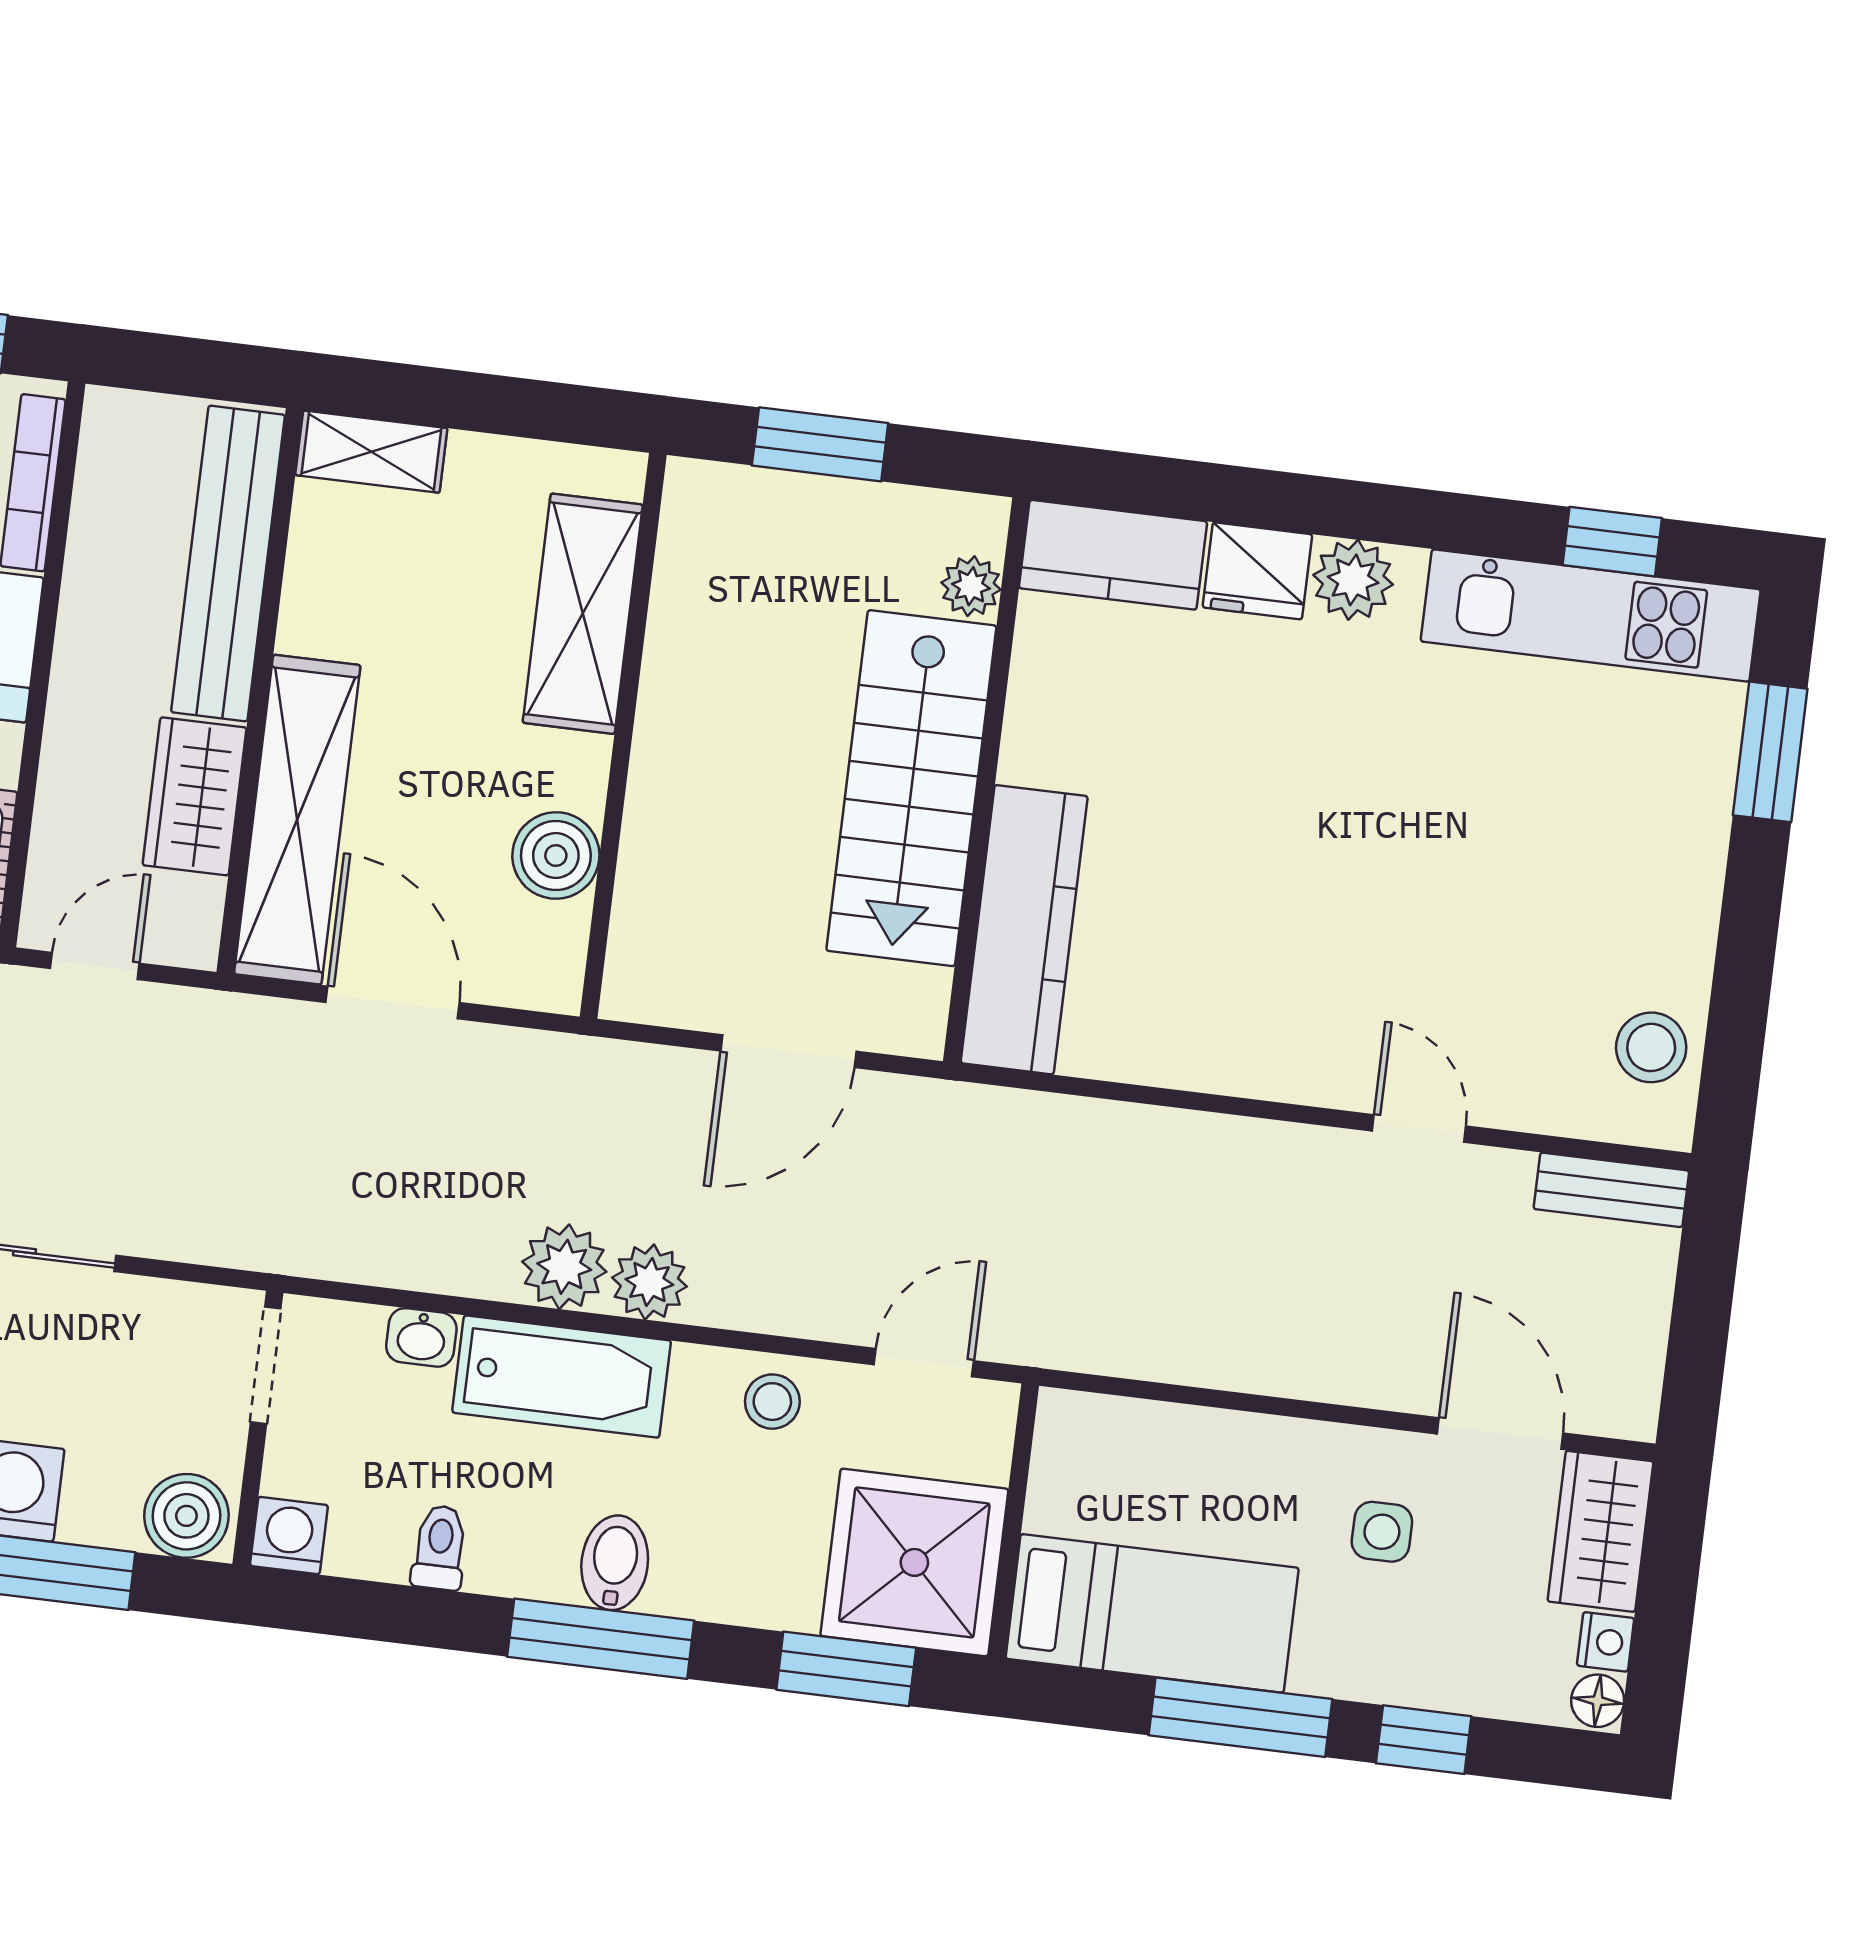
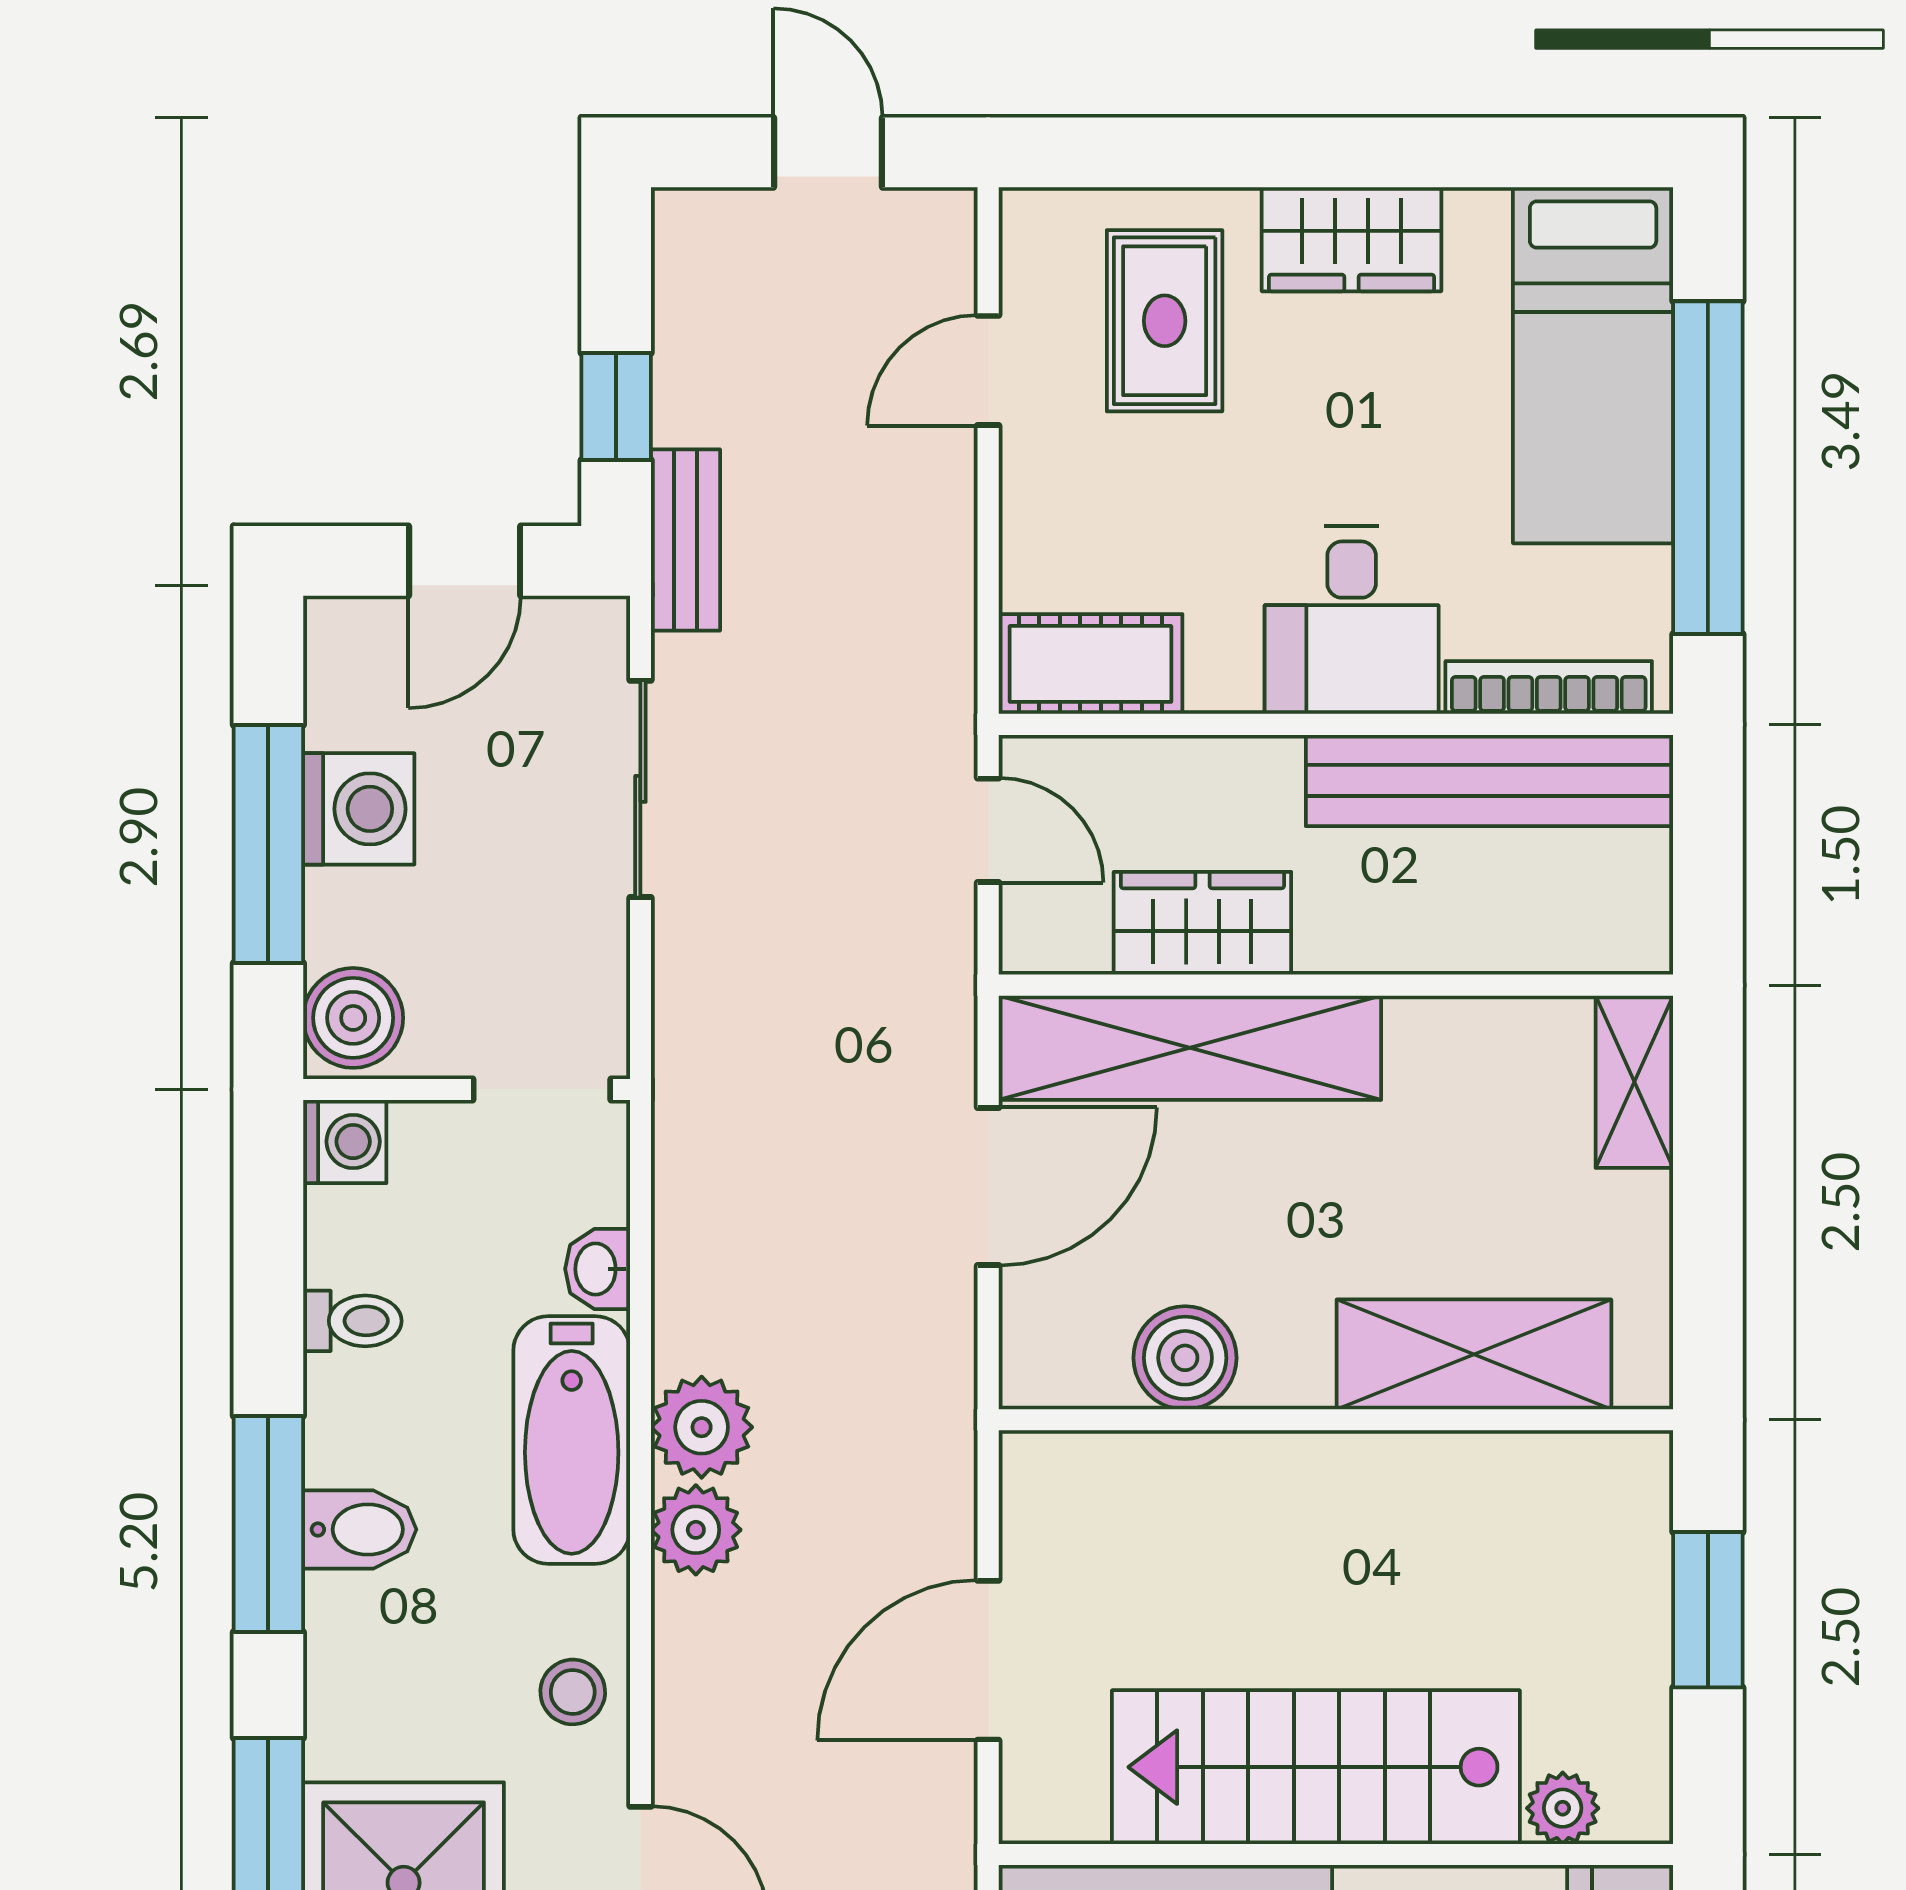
bench: (228, 563) -> (1490, 780), moved
door: (788, 1051) -> (988, 1660), hinge flipped

